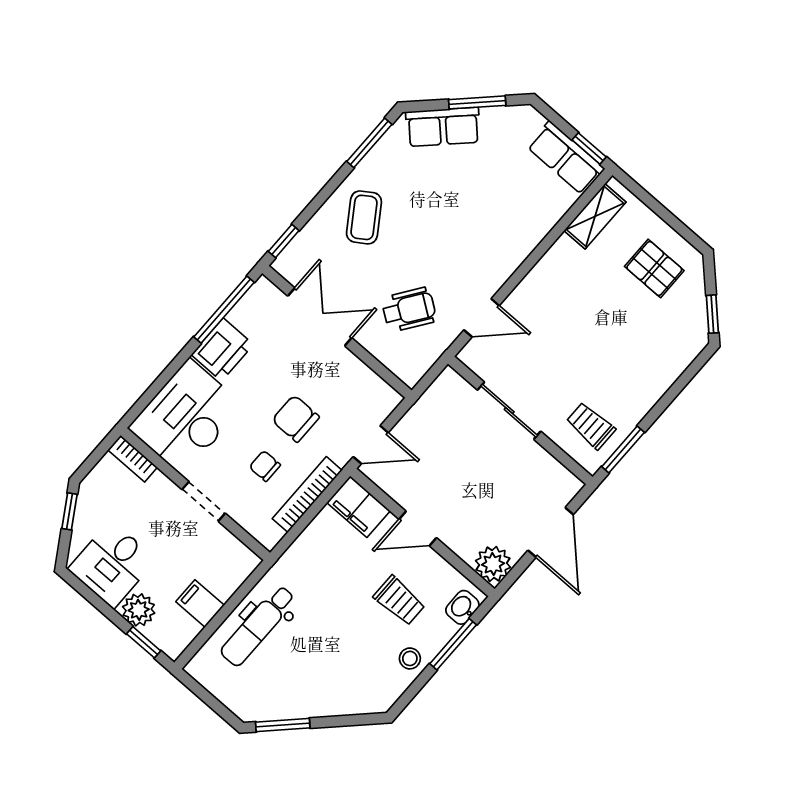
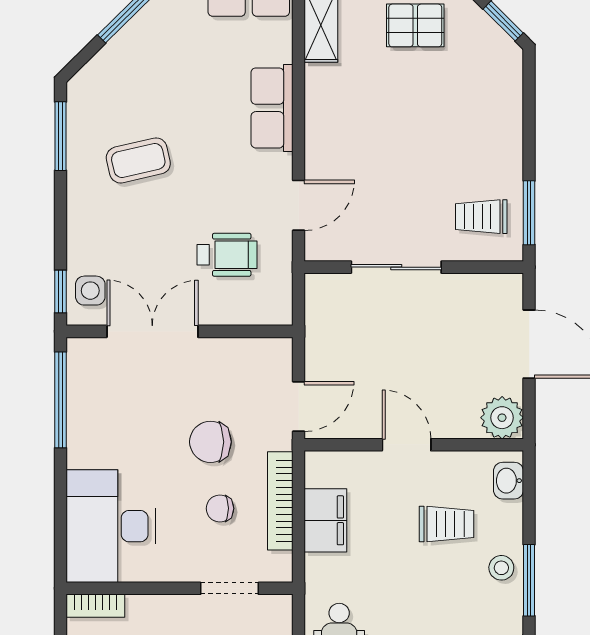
row of seats: (443, 127) -> (272, 108), moved, turned 135
coffee table: (364, 217) -> (138, 160), moved, turned -69
side table: (303, 257) -> (90, 291), added
wheelchair: (409, 310) -> (227, 255), turned 55
printer: (222, 350) -> (90, 437), removed
doorway: (204, 501) -> (229, 588), moved
filing cabinet: (358, 507) -> (325, 520), moved, turned -90
door: (418, 529) -> (407, 445), swing flipped
window: (453, 644) -> (529, 580), moved

